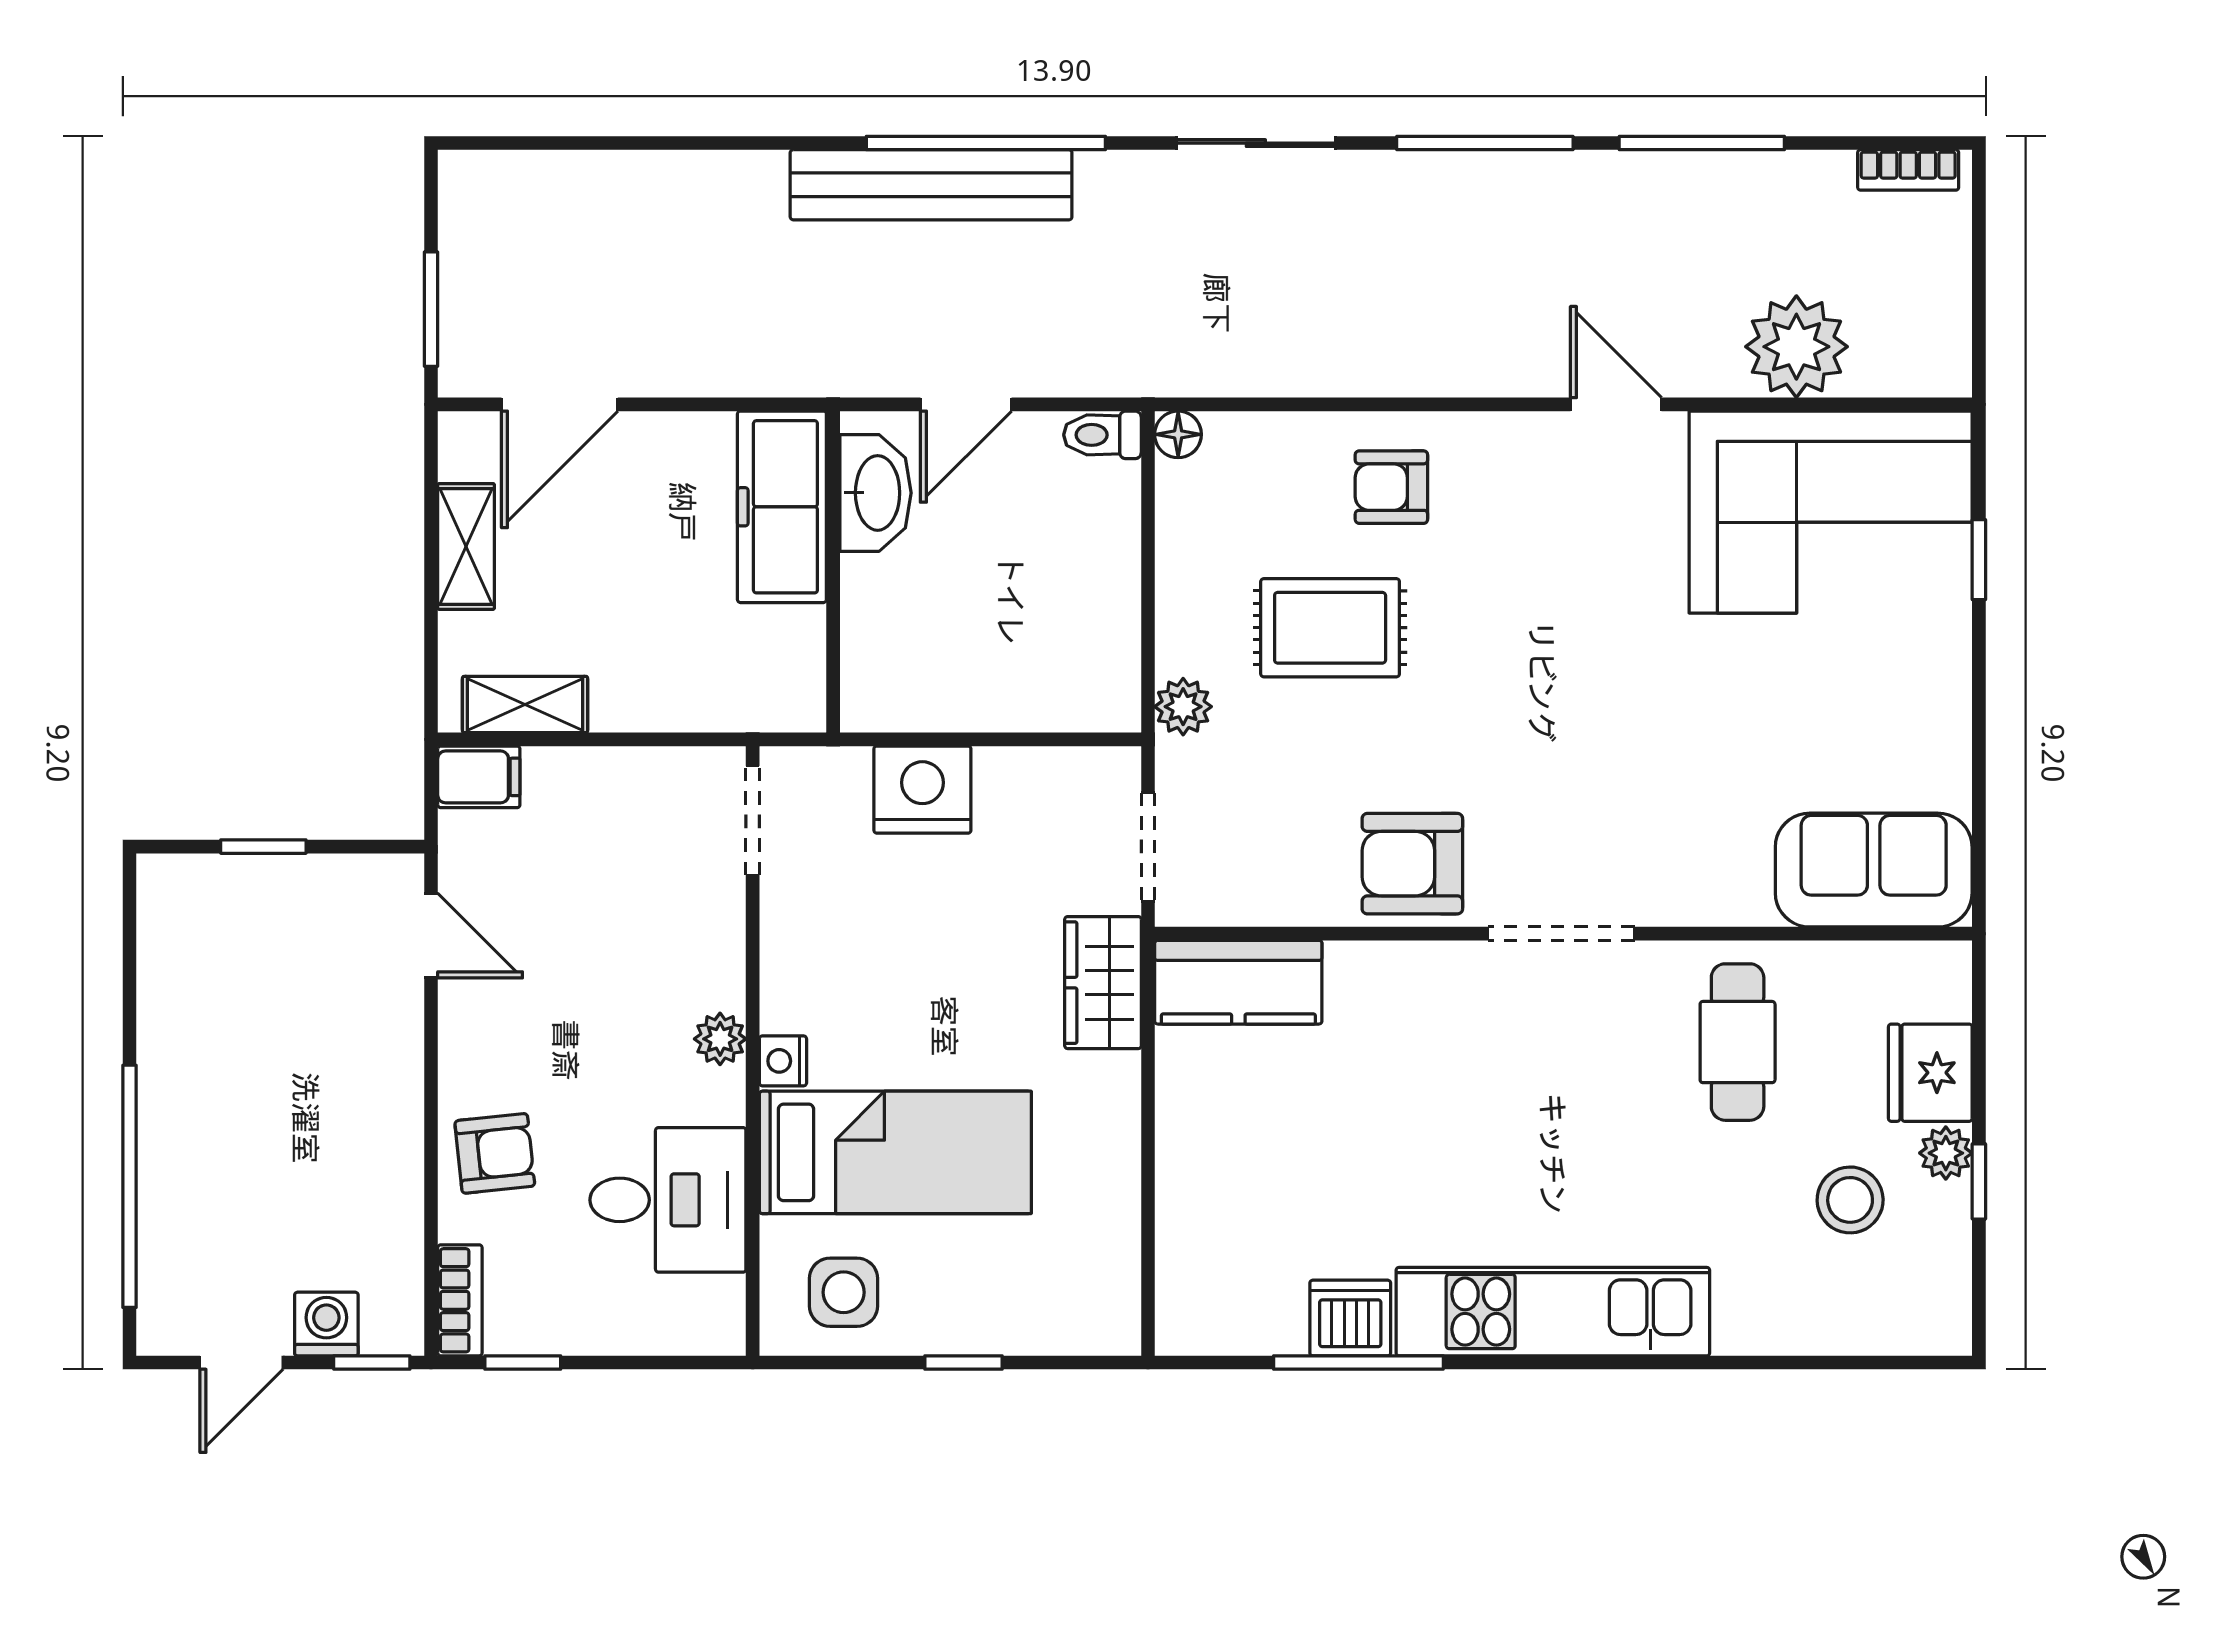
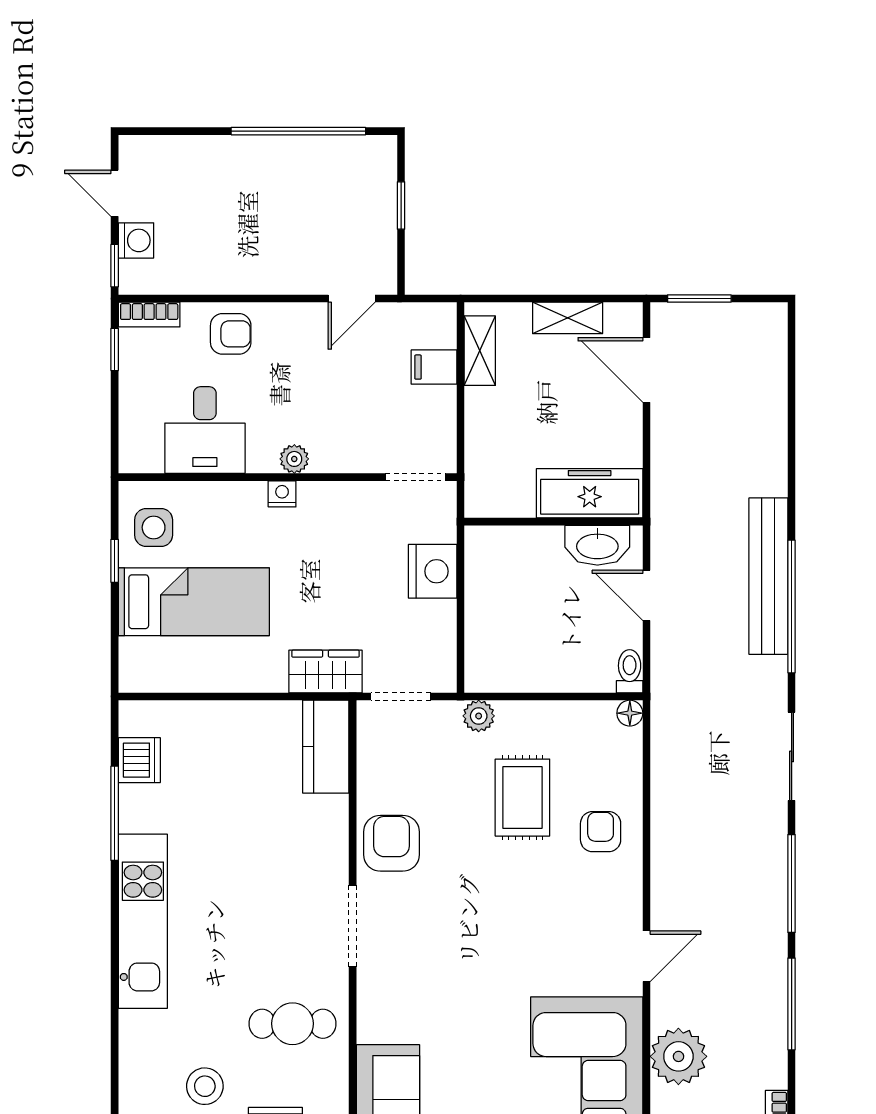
filing cabinet: (479, 777) -> (434, 367), moved, turned 90
bed: (895, 1152) -> (194, 602), moved, turned -90
armchair: (495, 1153) -> (231, 334), turned -84
window: (130, 1186) -> (298, 131), moved
dishwasher: (1350, 1318) -> (139, 760), moved
window: (964, 1362) -> (115, 561), moved

